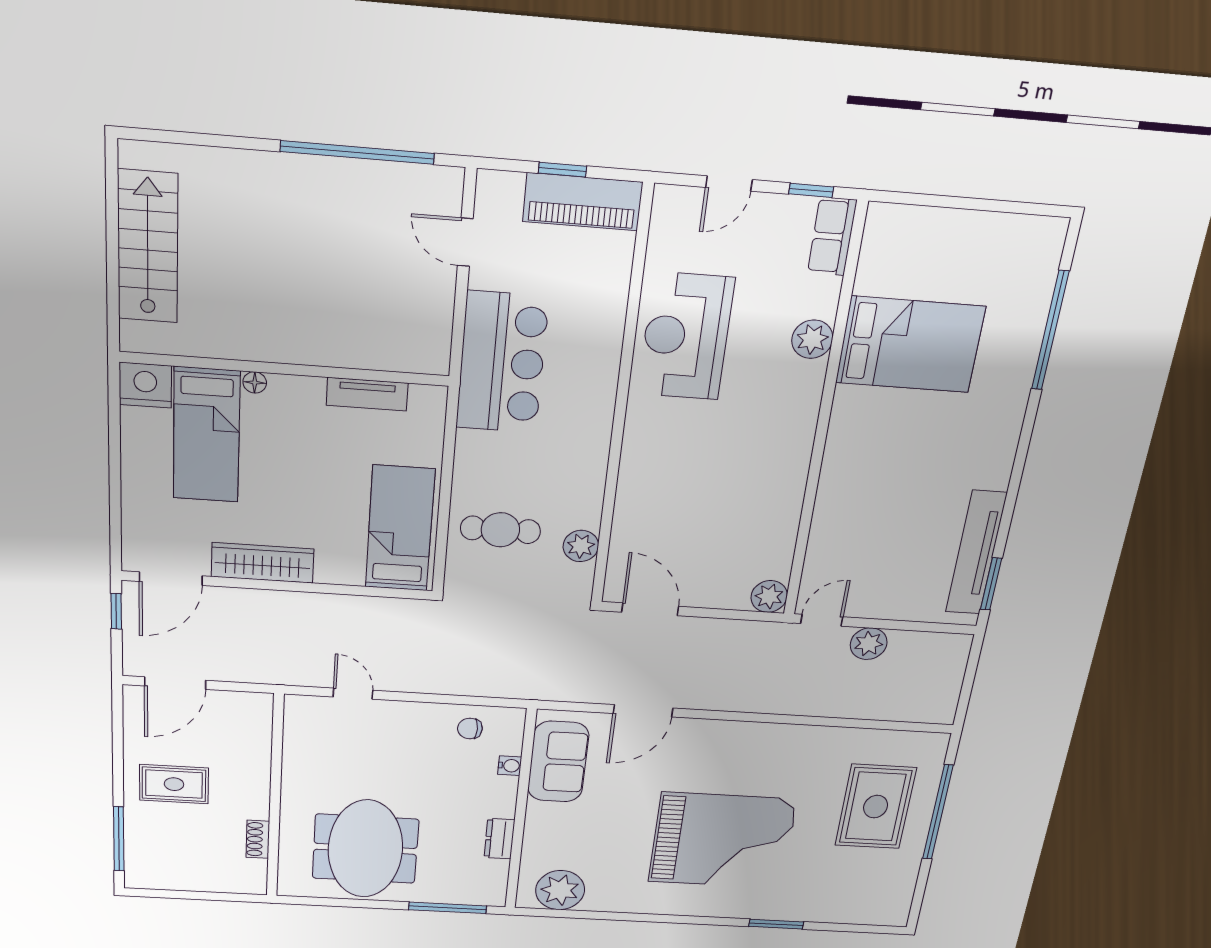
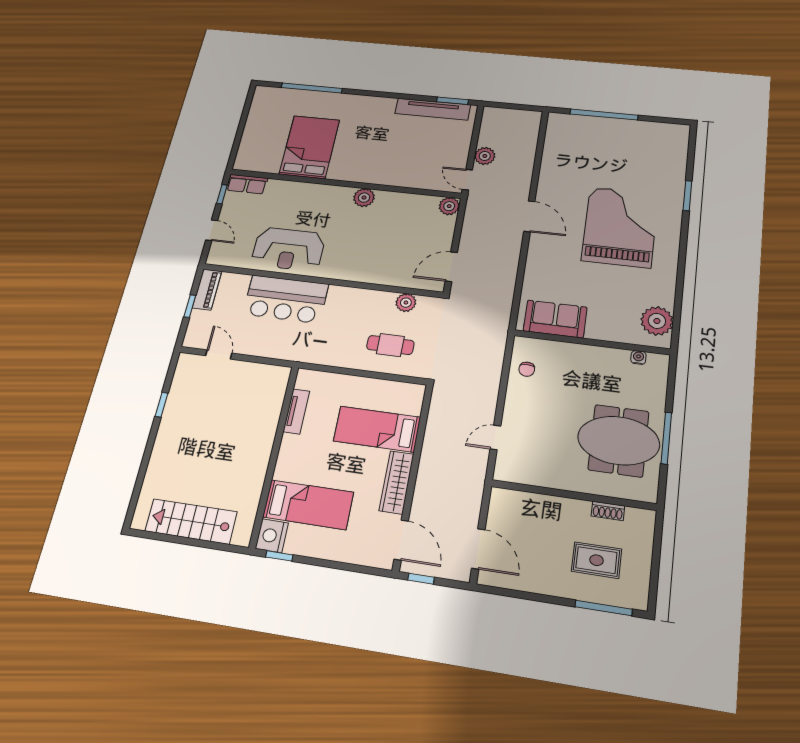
window: (357, 152) -> (162, 405), width x0.32
piano: (583, 202) -> (207, 290), width x0.73, depth x0.75
door: (465, 242) -> (219, 354), swing flipped
plant: (812, 339) -> (364, 198), moved
bar counter: (502, 363) -> (286, 299), moved, turned 180
floor lamp: (255, 382) -> (280, 473), removed
window: (114, 402) -> (279, 556), added
bed: (400, 529) -> (377, 429), moved
cafe table: (500, 530) -> (390, 345), turned 90
door: (643, 711) -> (529, 216), moved
water cooler: (510, 766) -> (638, 357), moved
rug: (174, 784) -> (597, 560), moved, turned 90
rug: (876, 807) -> (598, 146), removed
dresser: (499, 839) -> (613, 356), removed
window: (448, 908) -> (666, 438), moved

